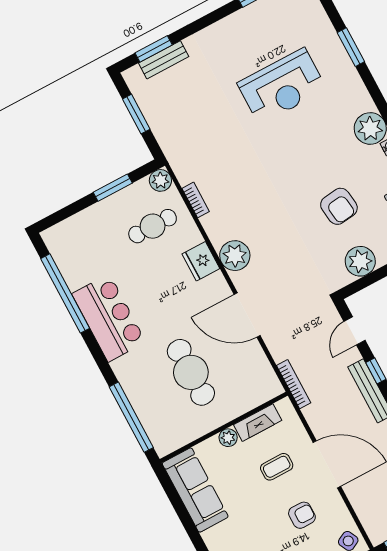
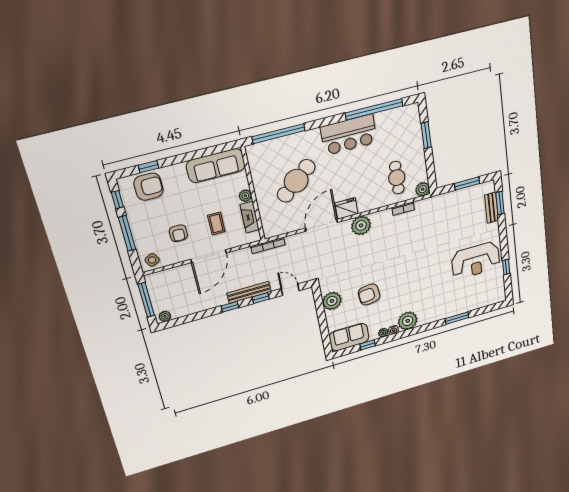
reception desk: (282, 86) -> (476, 260), moved, turned -90
window: (113, 188) -> (426, 135), moved
fridge: (201, 261) -> (346, 208), moved
cafe table: (191, 372) -> (296, 181), turned -40

